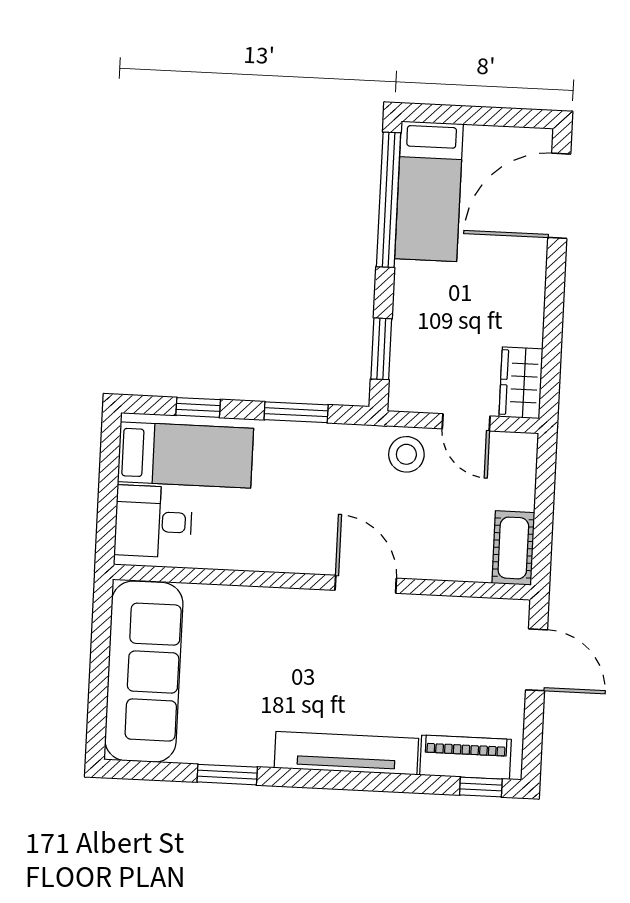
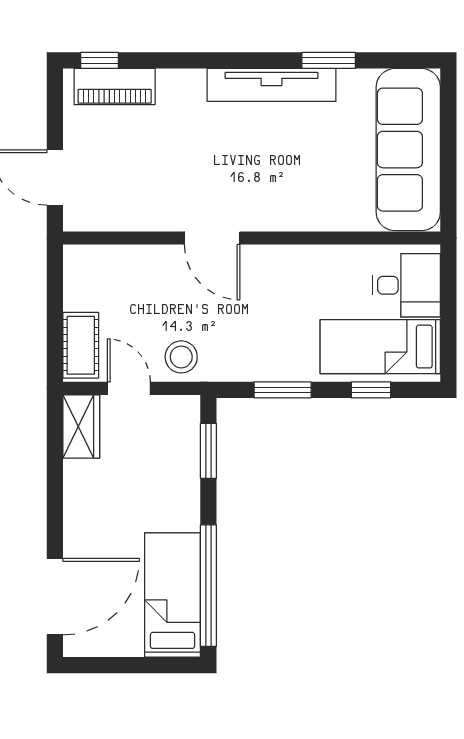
cot: (513, 548) -> (81, 345), moved
tv unit: (346, 753) -> (271, 85), moved

